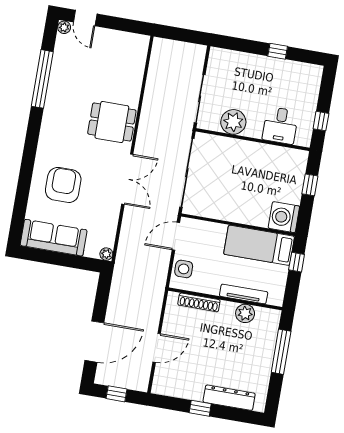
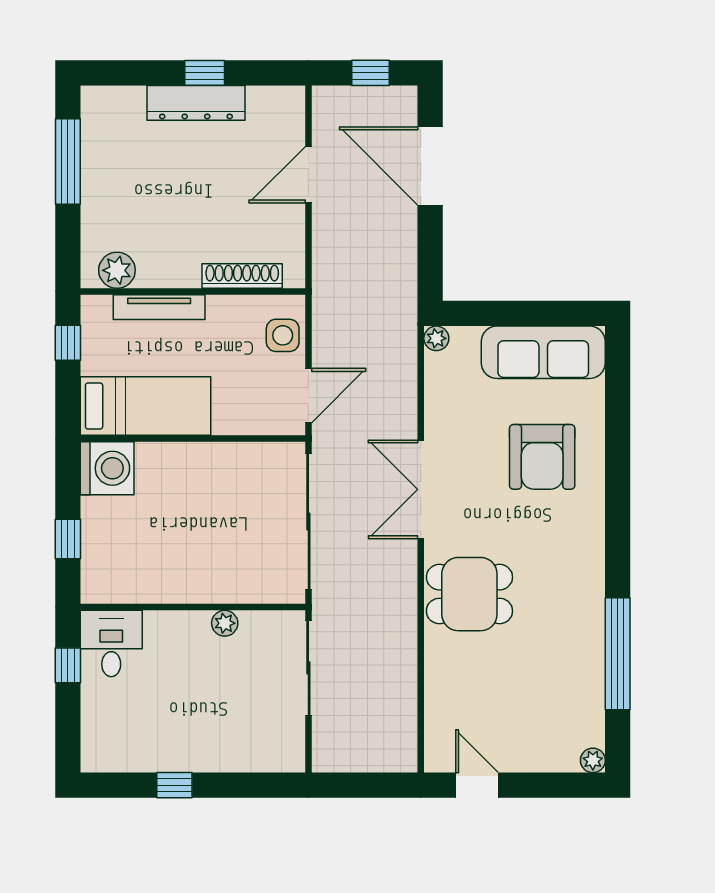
door: (85, 18) -> (477, 785), moved
plant: (233, 122) -> (225, 623), width x0.53, depth x0.53
desk: (280, 125) -> (111, 644), moved
window: (297, 262) -> (68, 343), moved
plant: (245, 313) -> (117, 270), moved
door: (94, 342) -> (430, 166), hinge flipped
window: (281, 352) -> (68, 162), moved
dresser: (229, 398) -> (196, 103), moved

